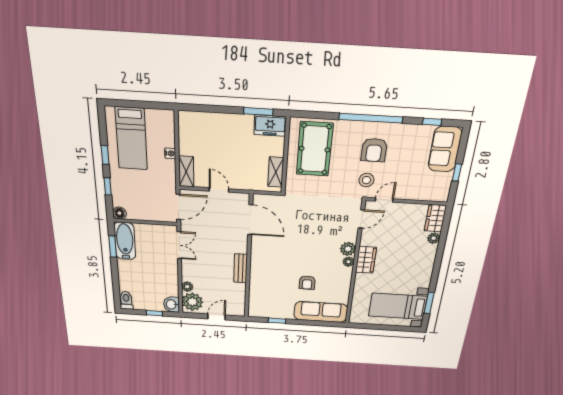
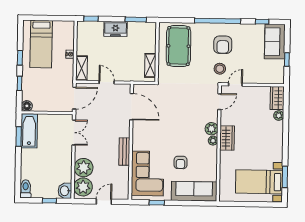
window: (197, 108) -> (91, 19), added
freezer: (270, 126) -> (116, 29), moved
plant: (187, 287) -> (84, 168), width x1.88, depth x1.88
corner sofa: (267, 292) -> (147, 173), added

